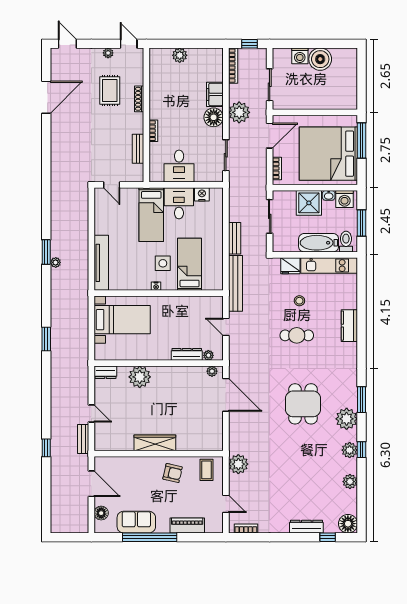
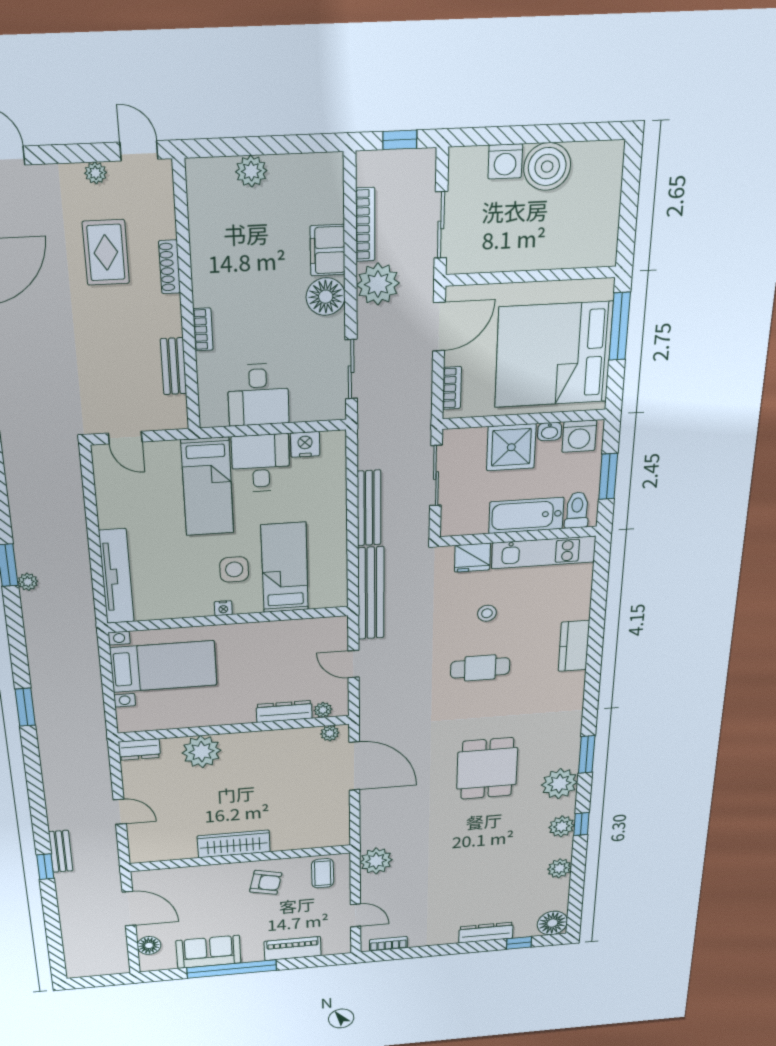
bookcase: (233, 66) -> (365, 225), moved
bench: (235, 238) -> (369, 508), width x1.36
bench: (83, 439) -> (61, 851), moved

